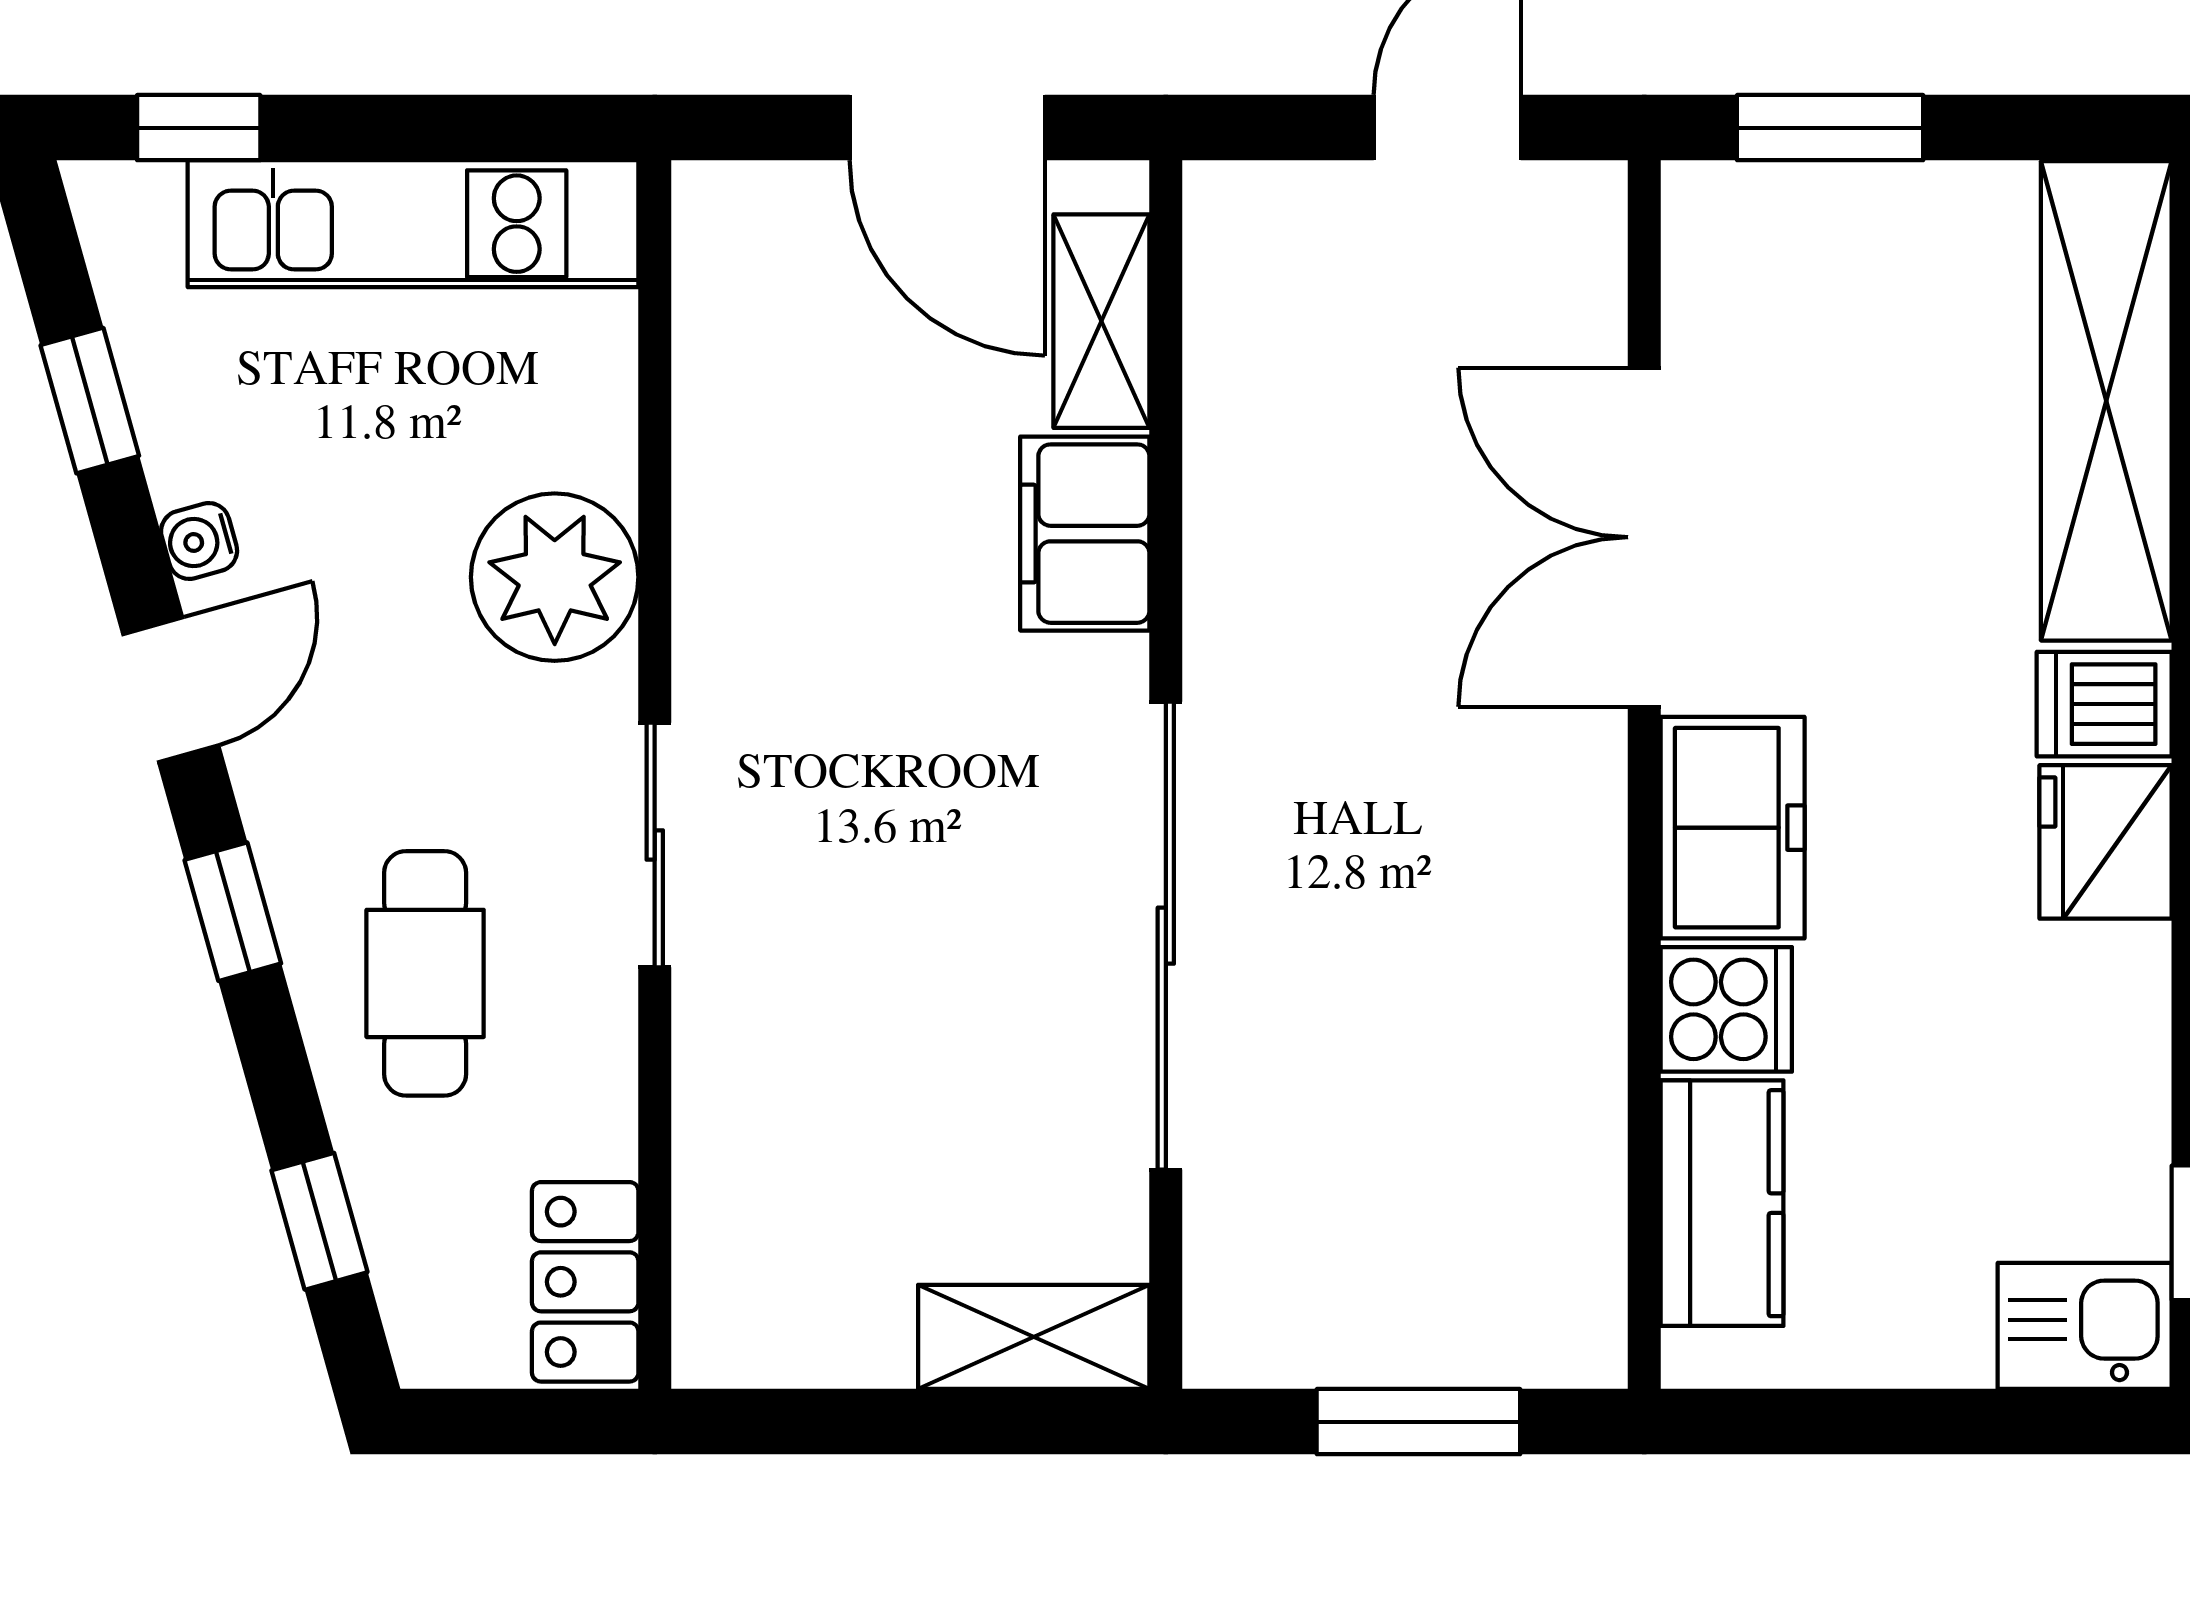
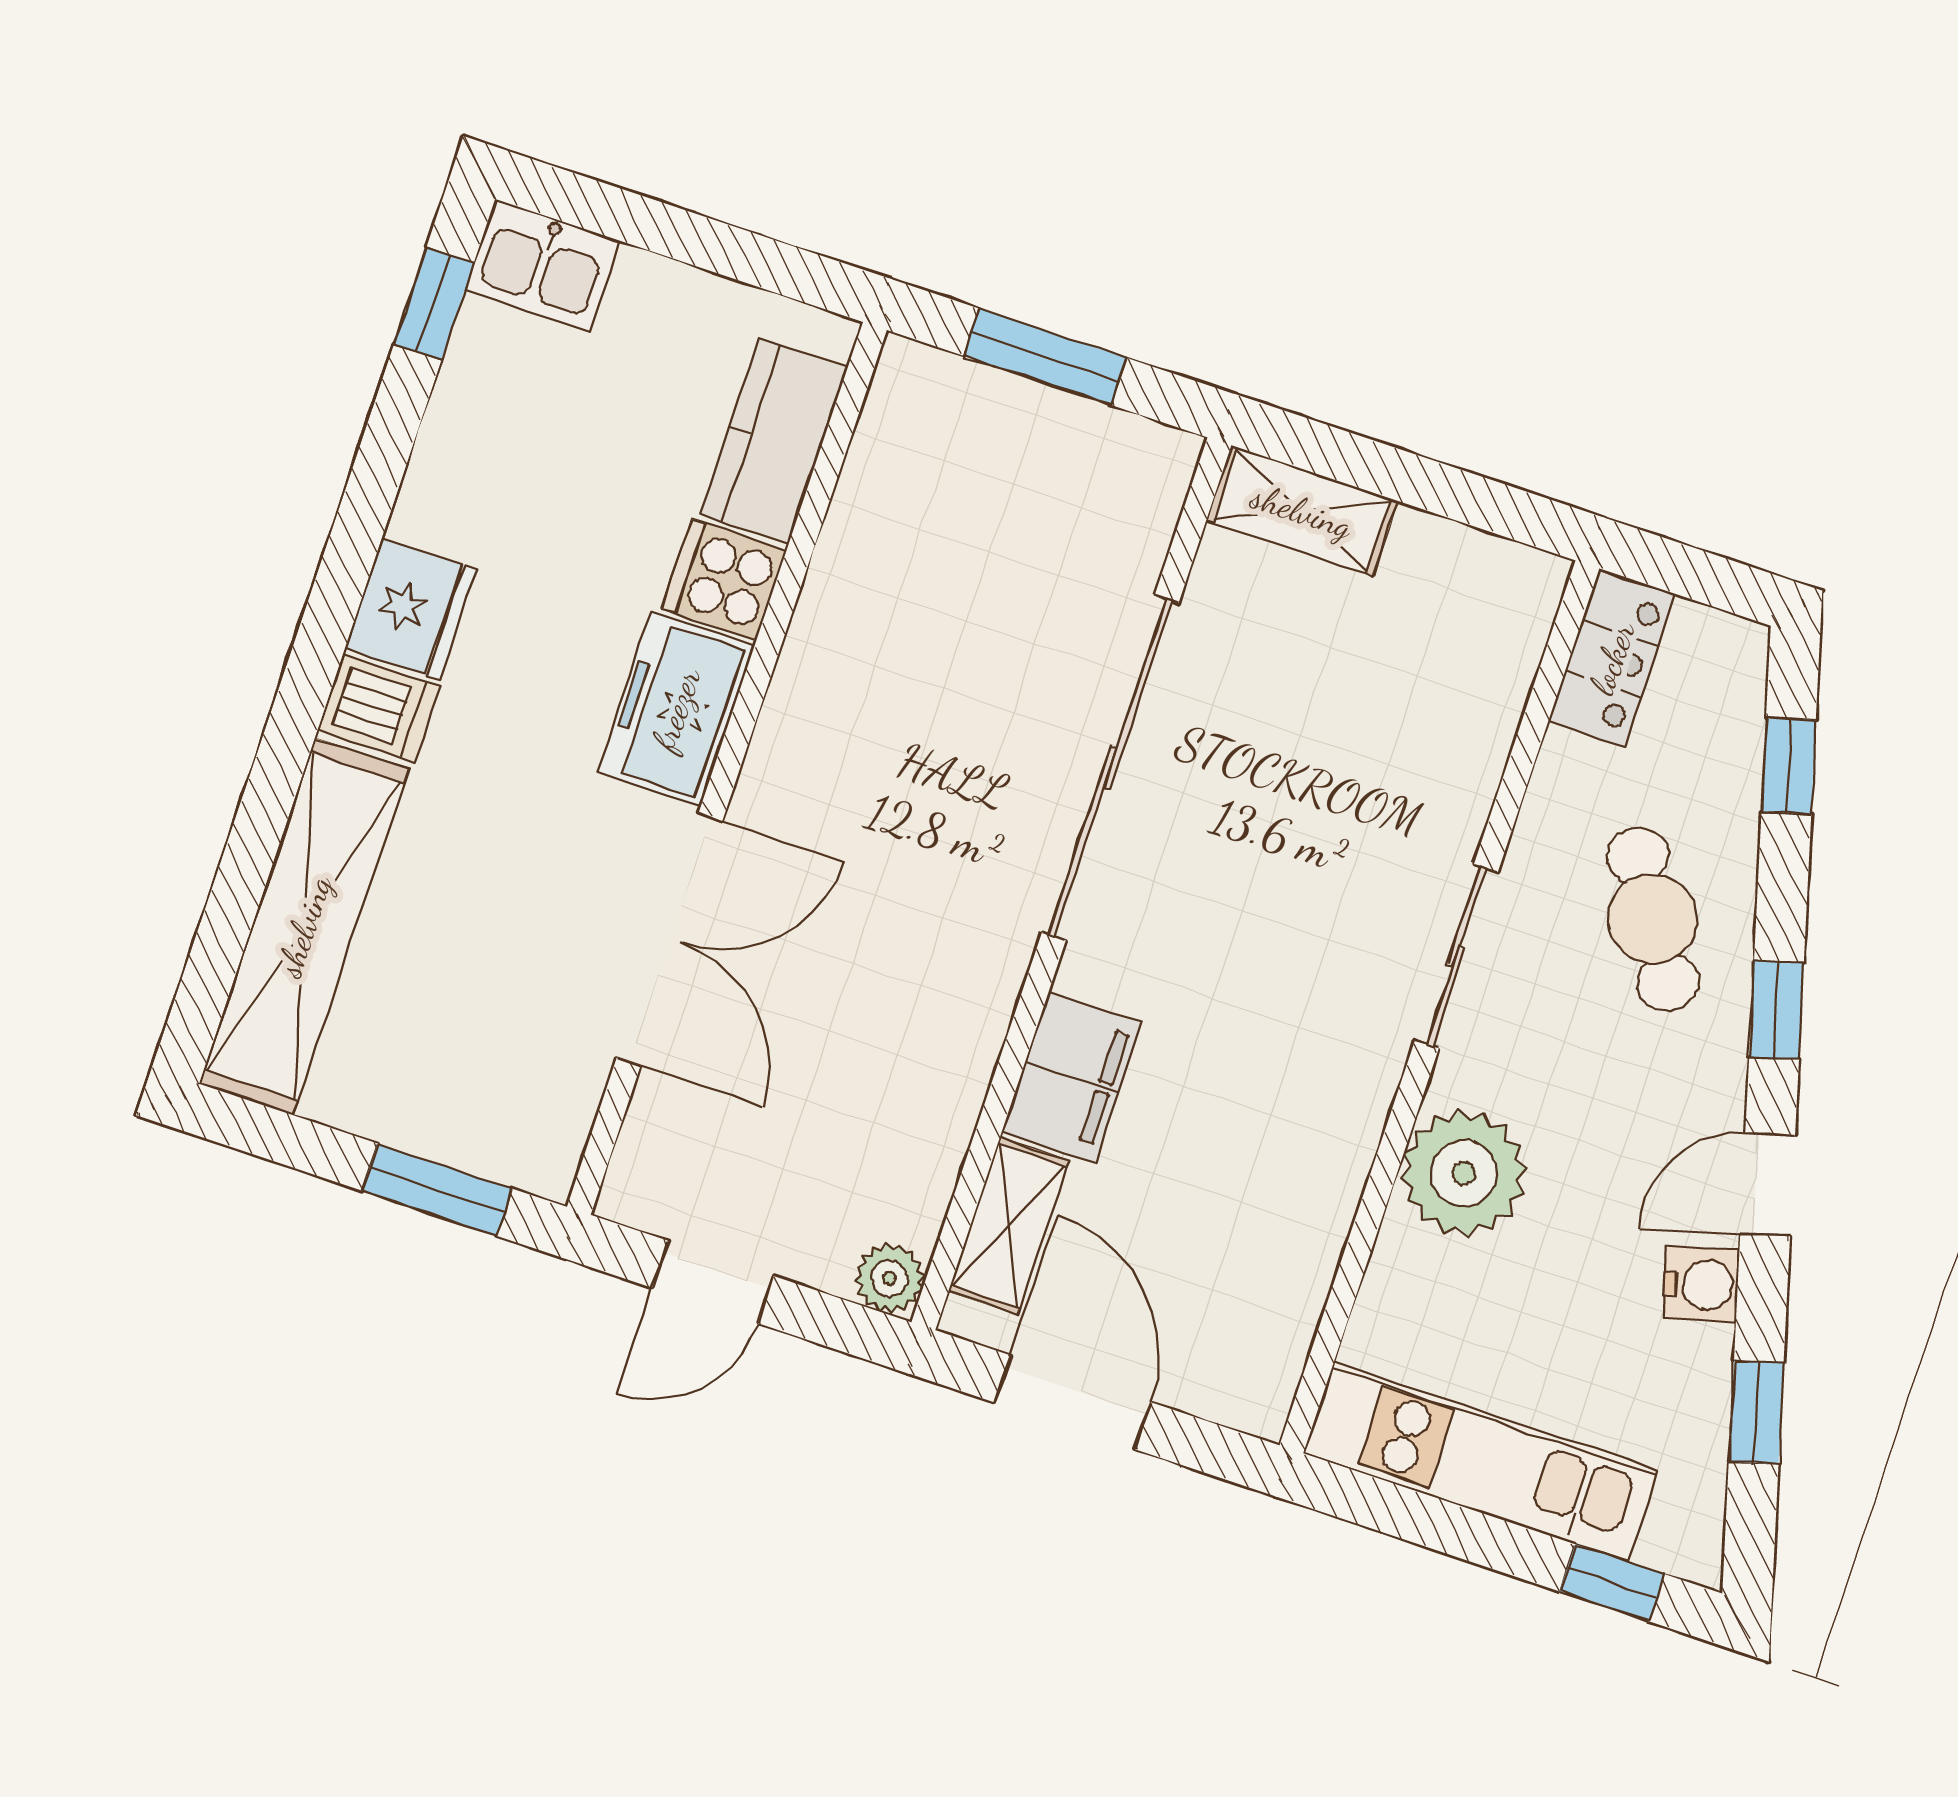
plant: (1228, 206) -> (890, 1278), added
water cooler: (199, 541) -> (1701, 1284), width x1.38, depth x1.38
cafe table: (425, 973) -> (1653, 919), turned -32

